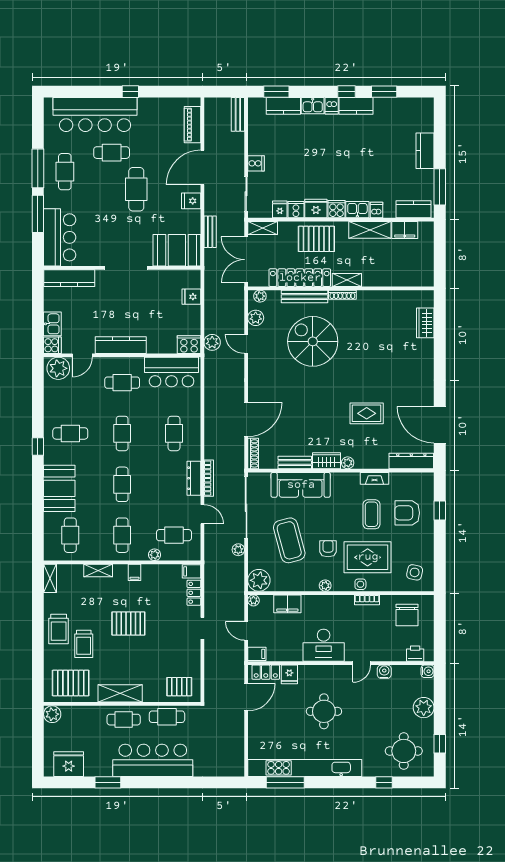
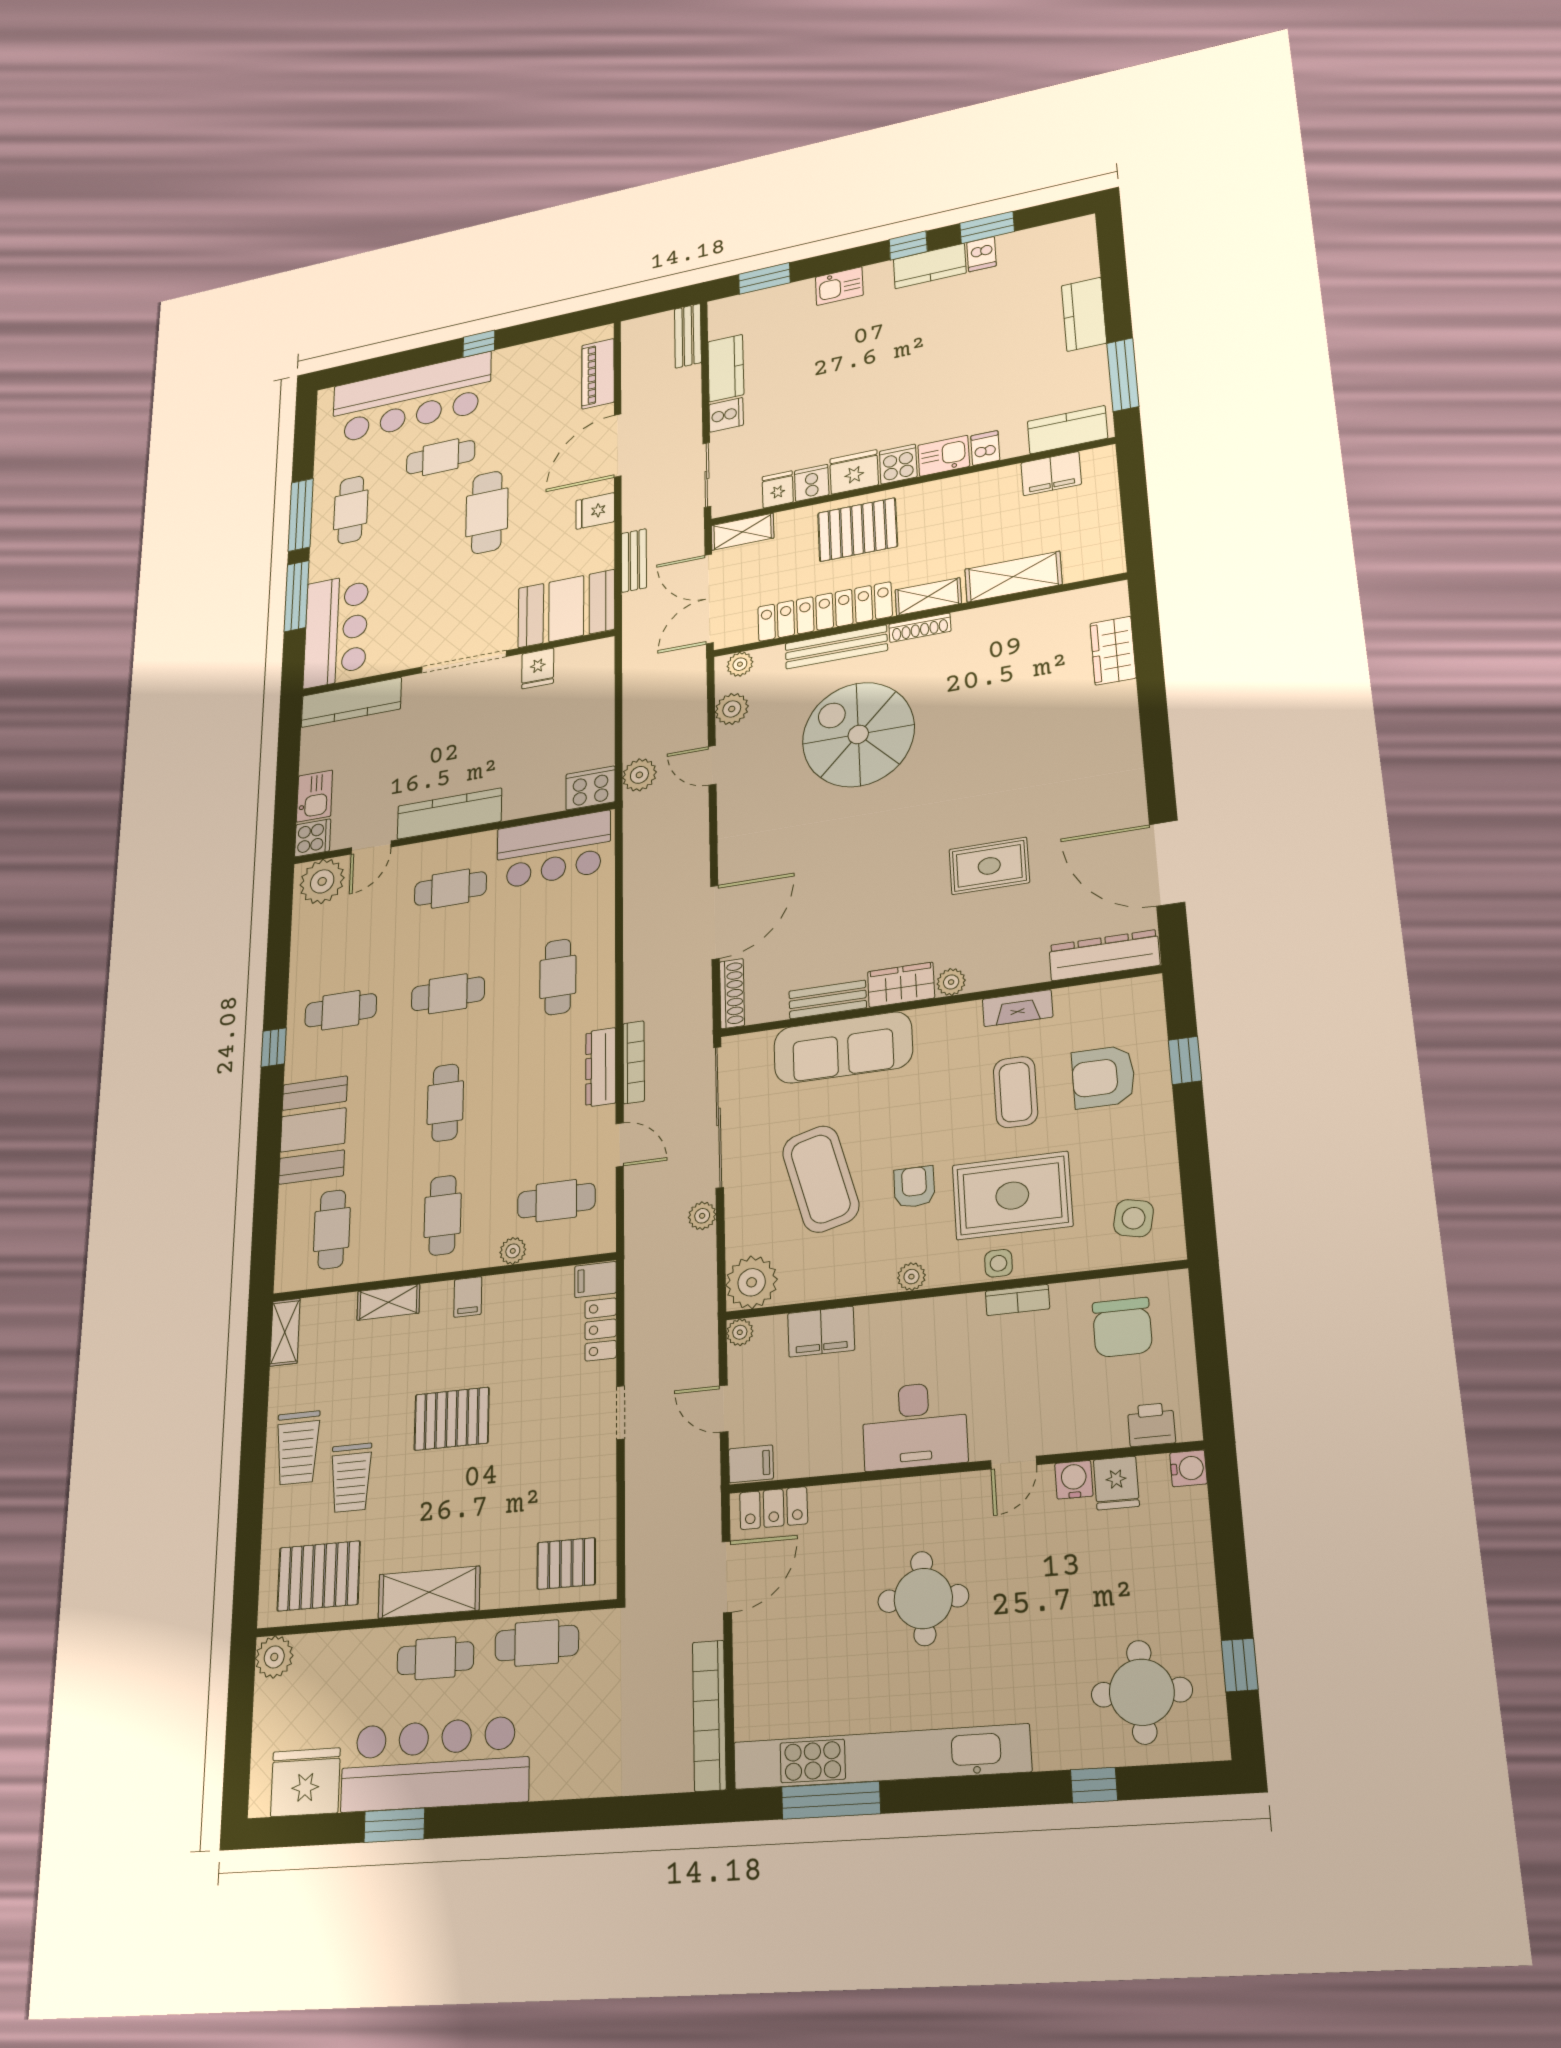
kitchen counter: (283, 106) -> (726, 368), moved, turned -90
dishwasher: (332, 106) -> (982, 254), moved
shelving: (370, 230) -> (1013, 577), moved
fridge: (191, 297) -> (538, 668), moved, turned -90
cafe table: (122, 433) -> (448, 994), turned 90
fridge: (289, 674) -> (1116, 1483), moved
plant: (424, 708) -> (1186, 1567), removed
bookcase: (238, 749) -> (709, 1715), added
bar counter: (153, 760) -> (435, 1764), moved

